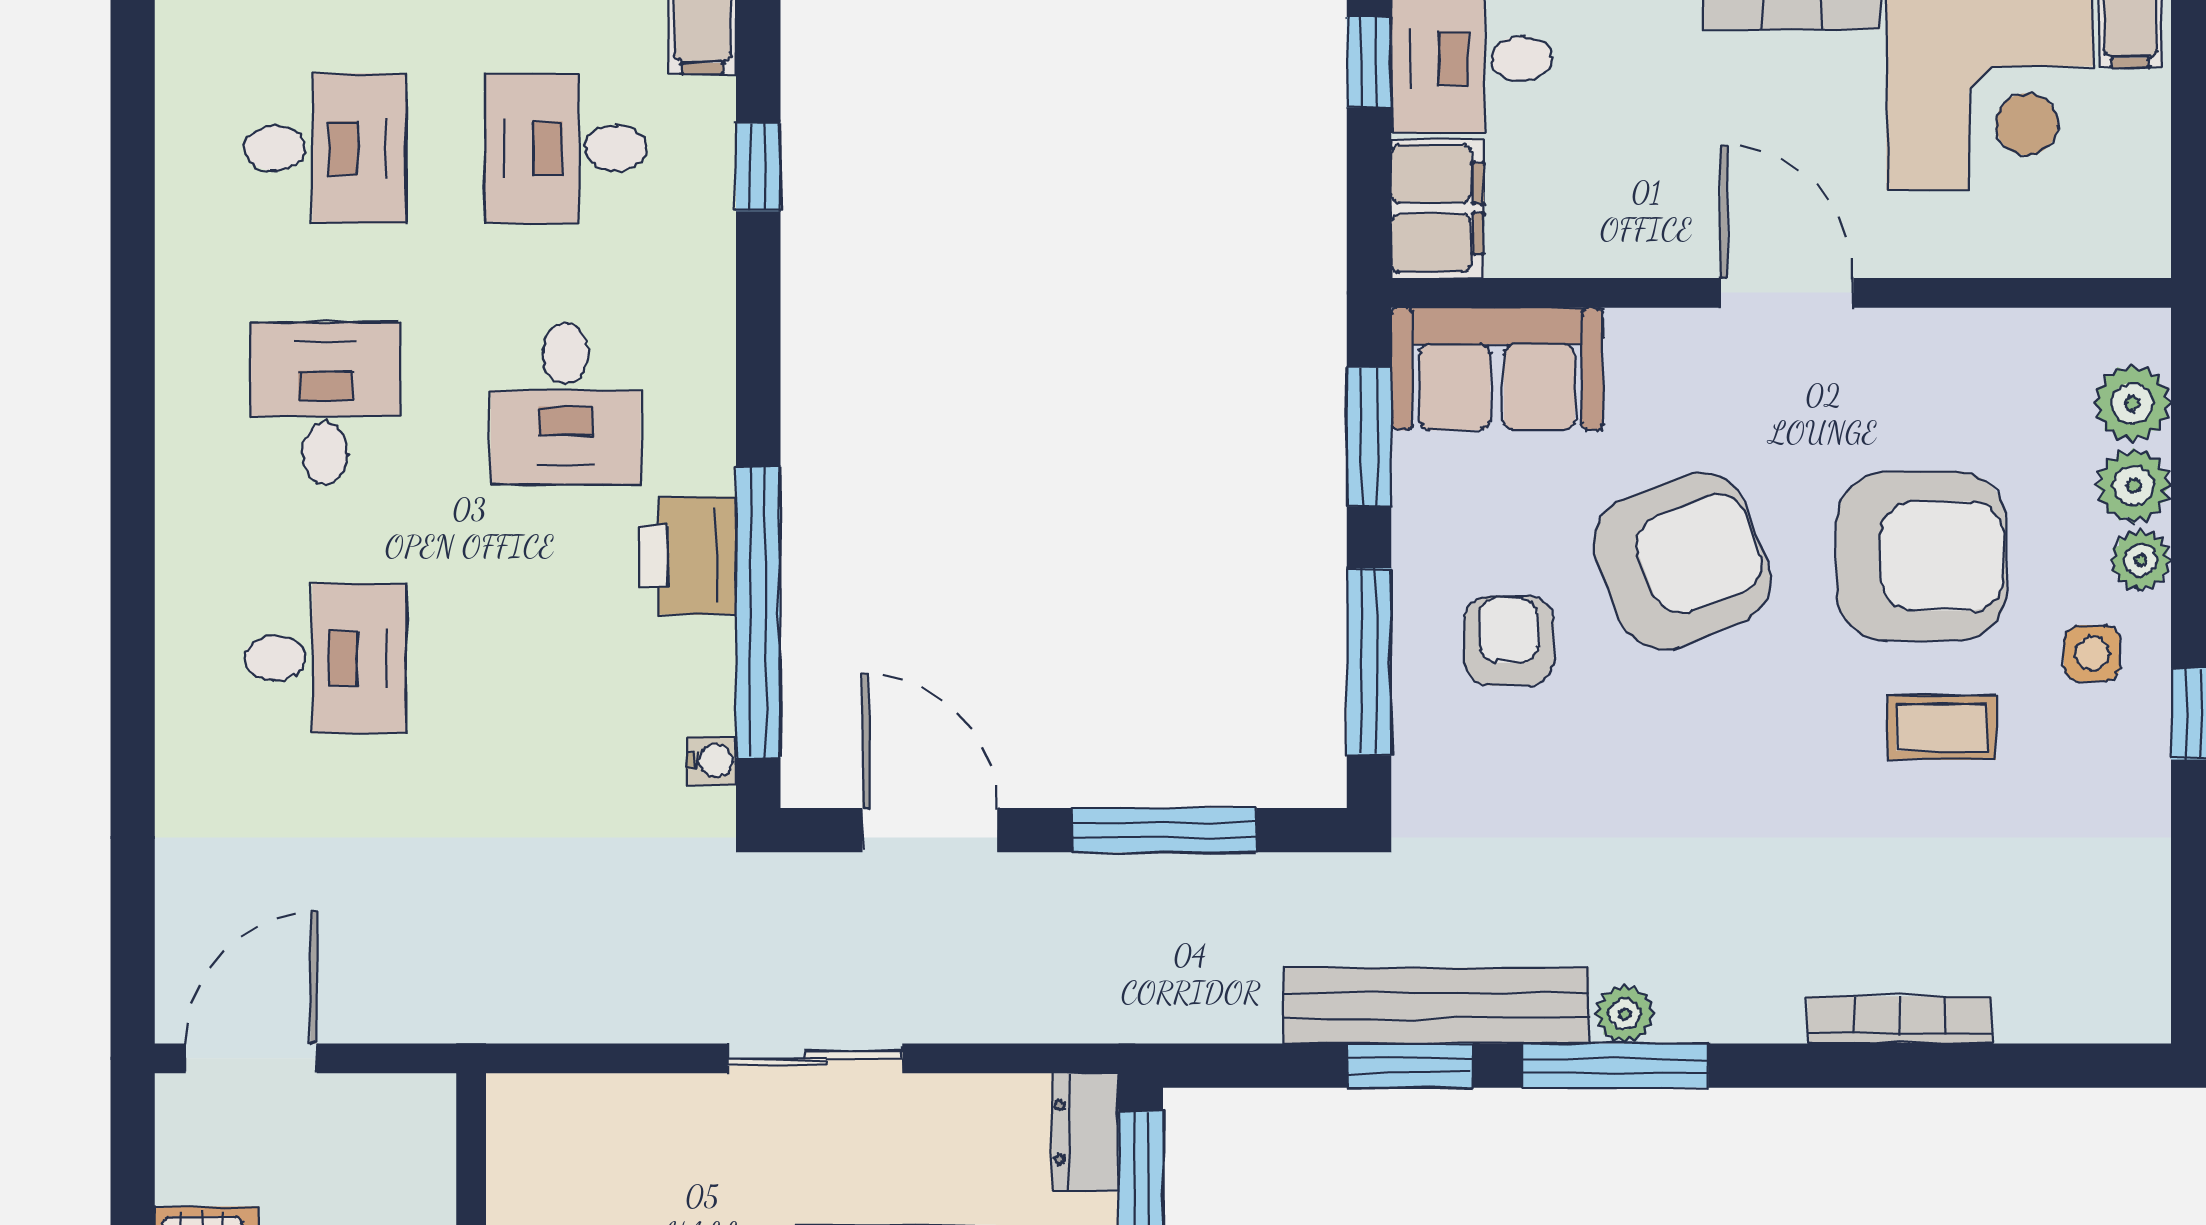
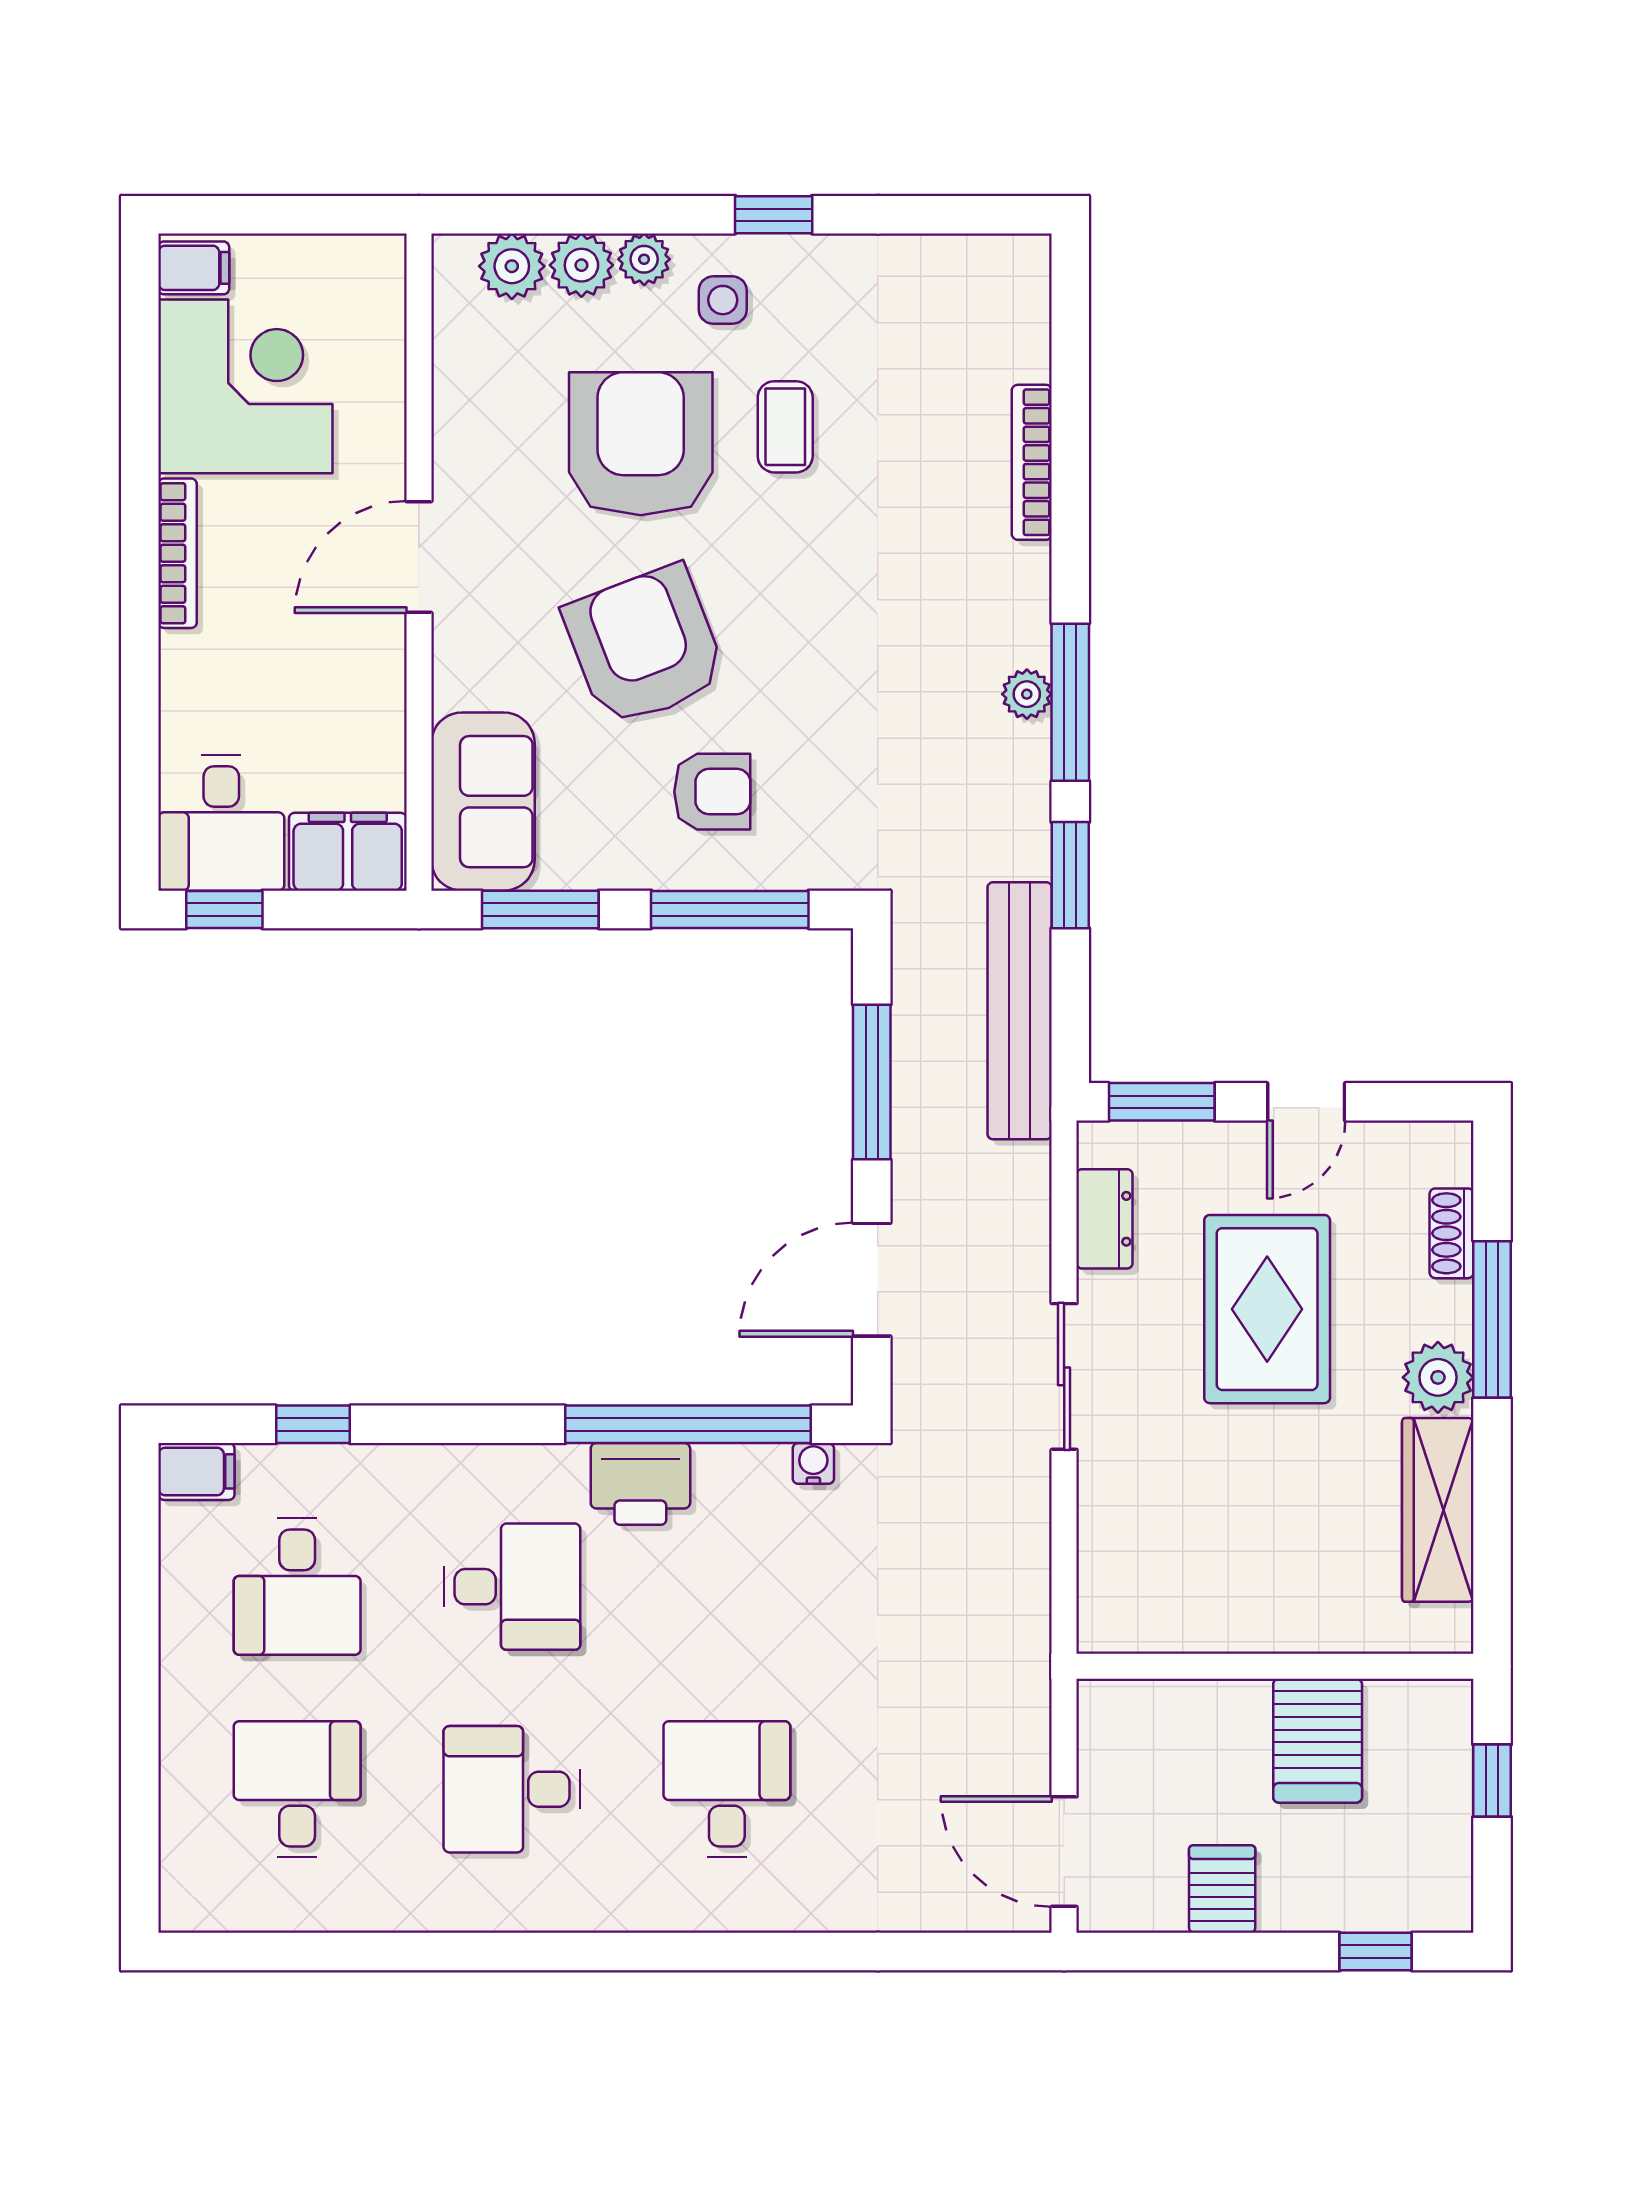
armchair: (1509, 641) -> (712, 792), turned 180
bench: (1436, 1006) -> (1020, 1011), moved
dresser: (1086, 1132) -> (1104, 1219), moved, turned -90

